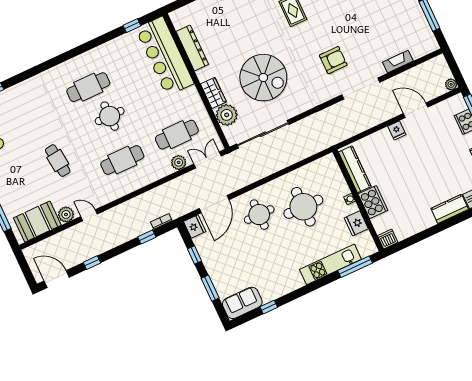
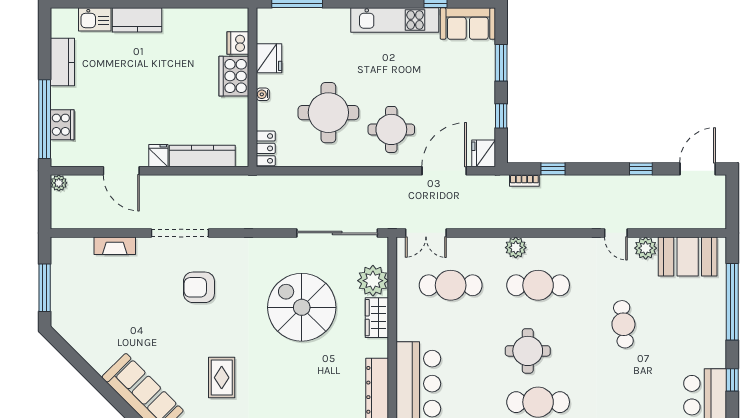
plant: (179, 162) -> (516, 248), moved
locker: (332, 166) -> (266, 148), added
kitchen counter: (355, 169) -> (202, 156), moved, turned 90
dishwasher: (388, 239) -> (238, 43), moved, turned 90
kitchen unit: (330, 264) -> (395, 20), moved
door: (57, 279) -> (698, 169), swing flipped

